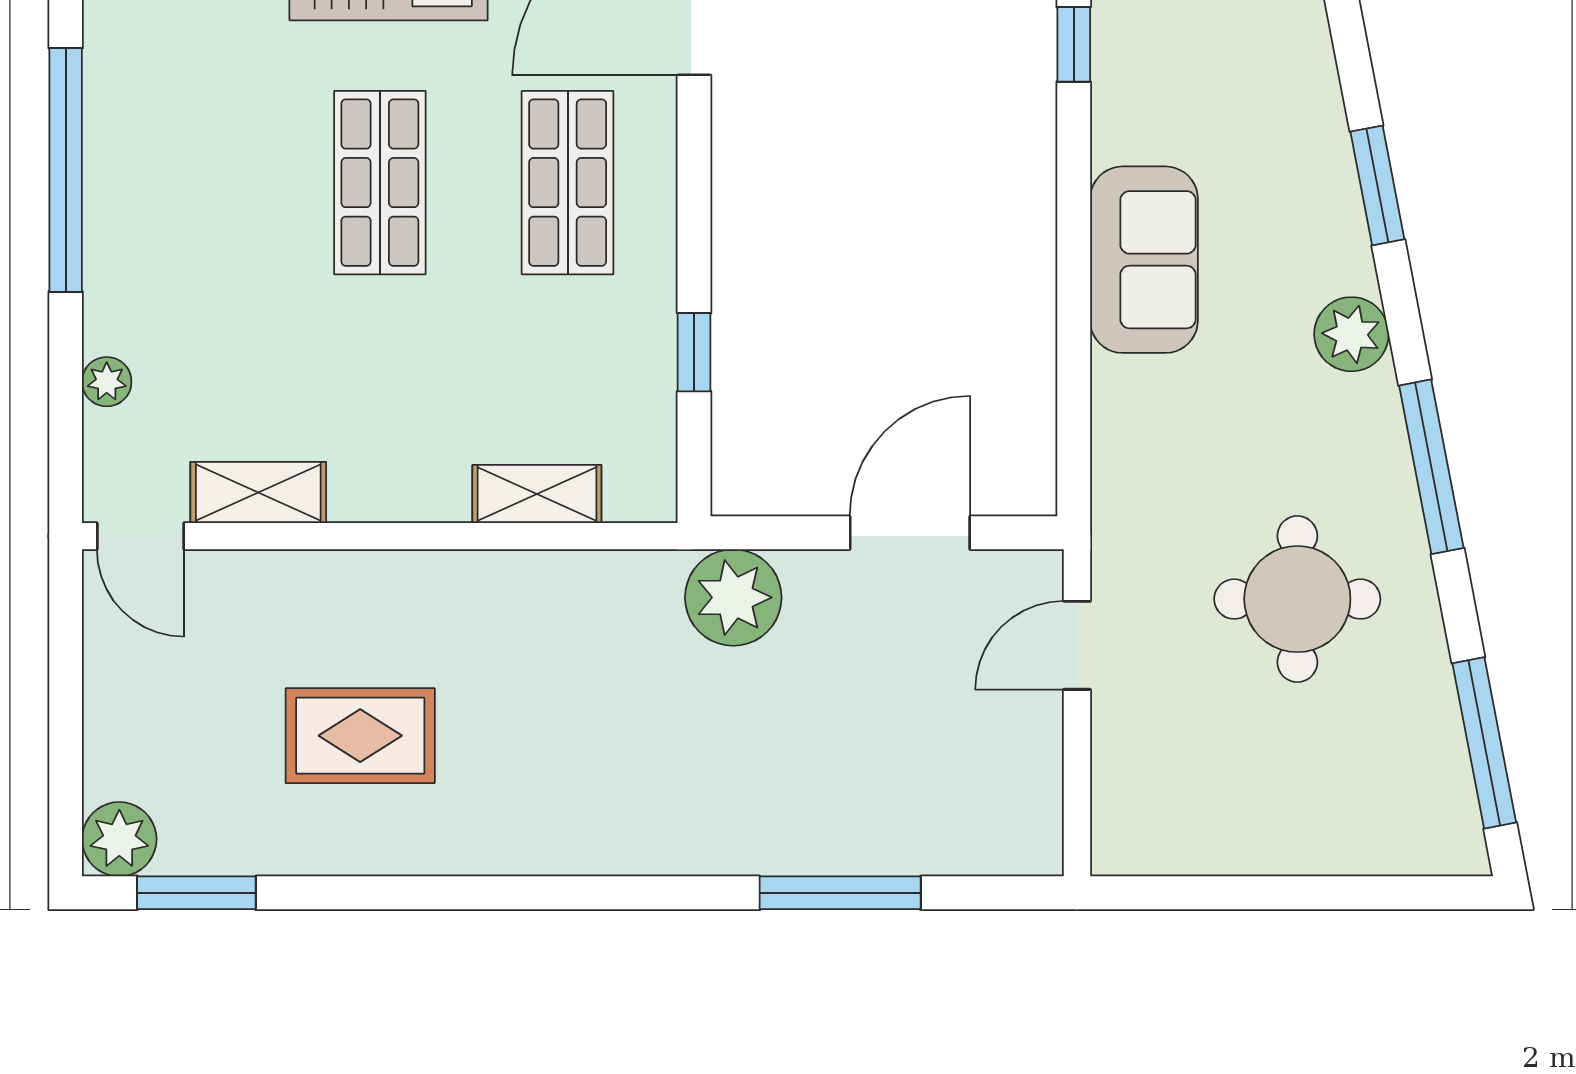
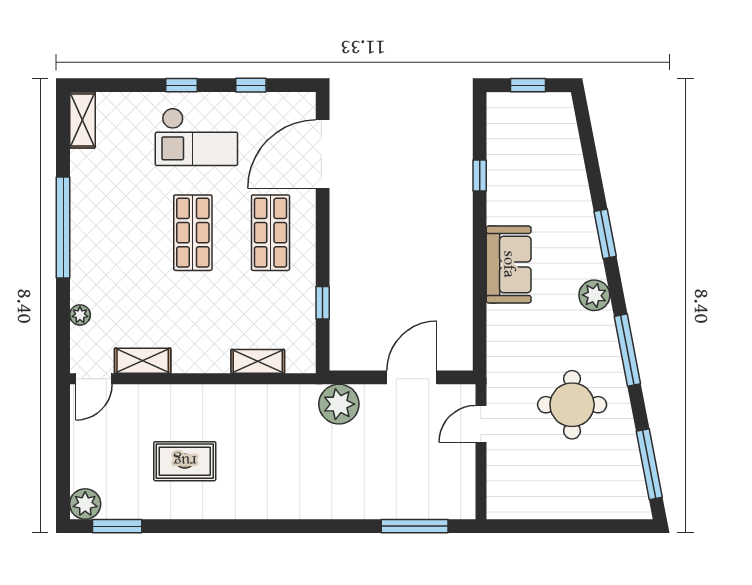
door: (140, 536) -> (94, 379), hinge flipped
window: (840, 893) -> (415, 526), moved

